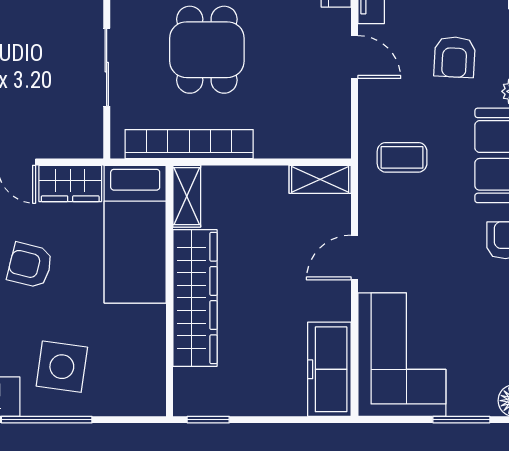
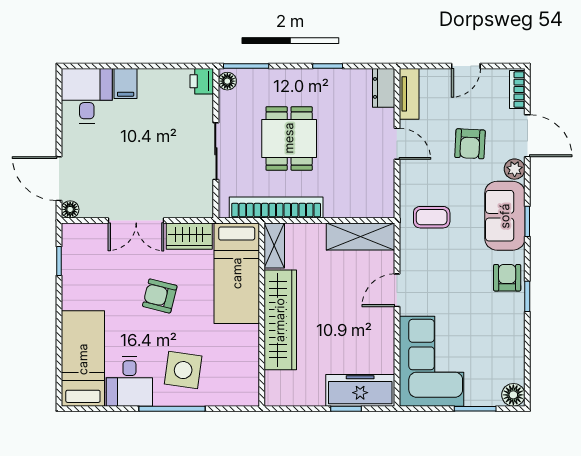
shelving: (320, 179) -> (360, 237), width x1.50, depth x1.33
freezer: (329, 369) -> (360, 390), moved, turned 90
window: (208, 420) -> (346, 409), moved

